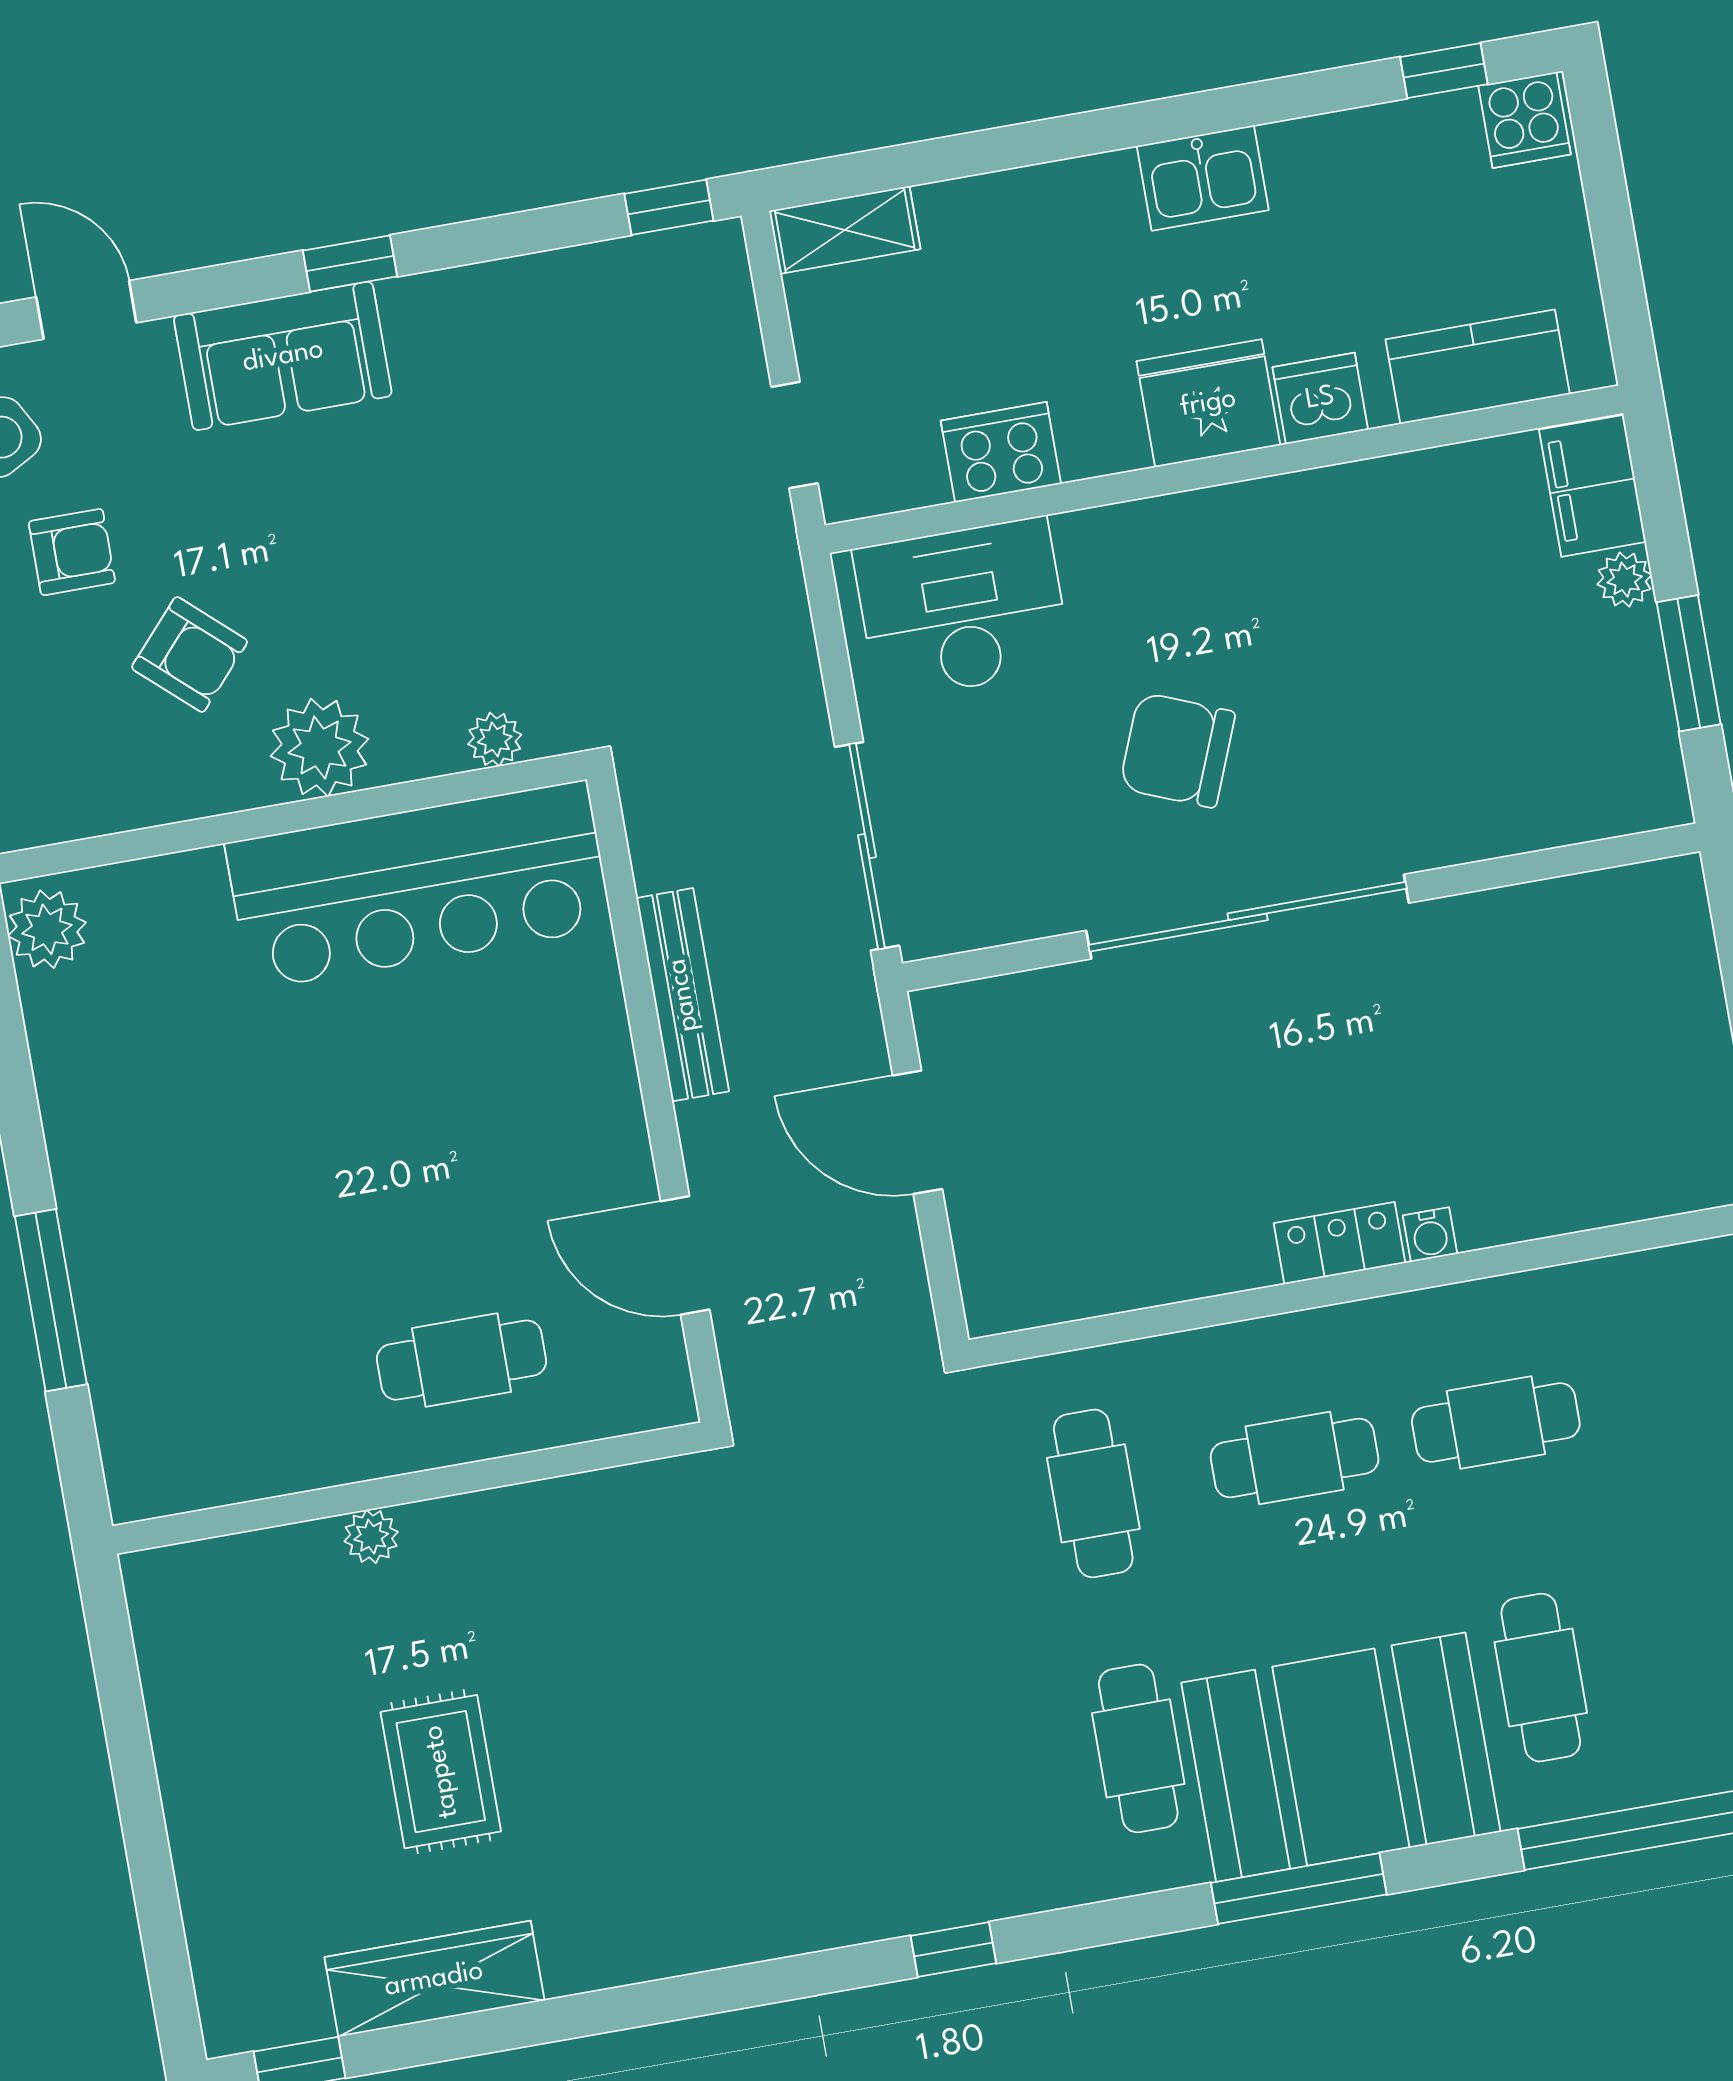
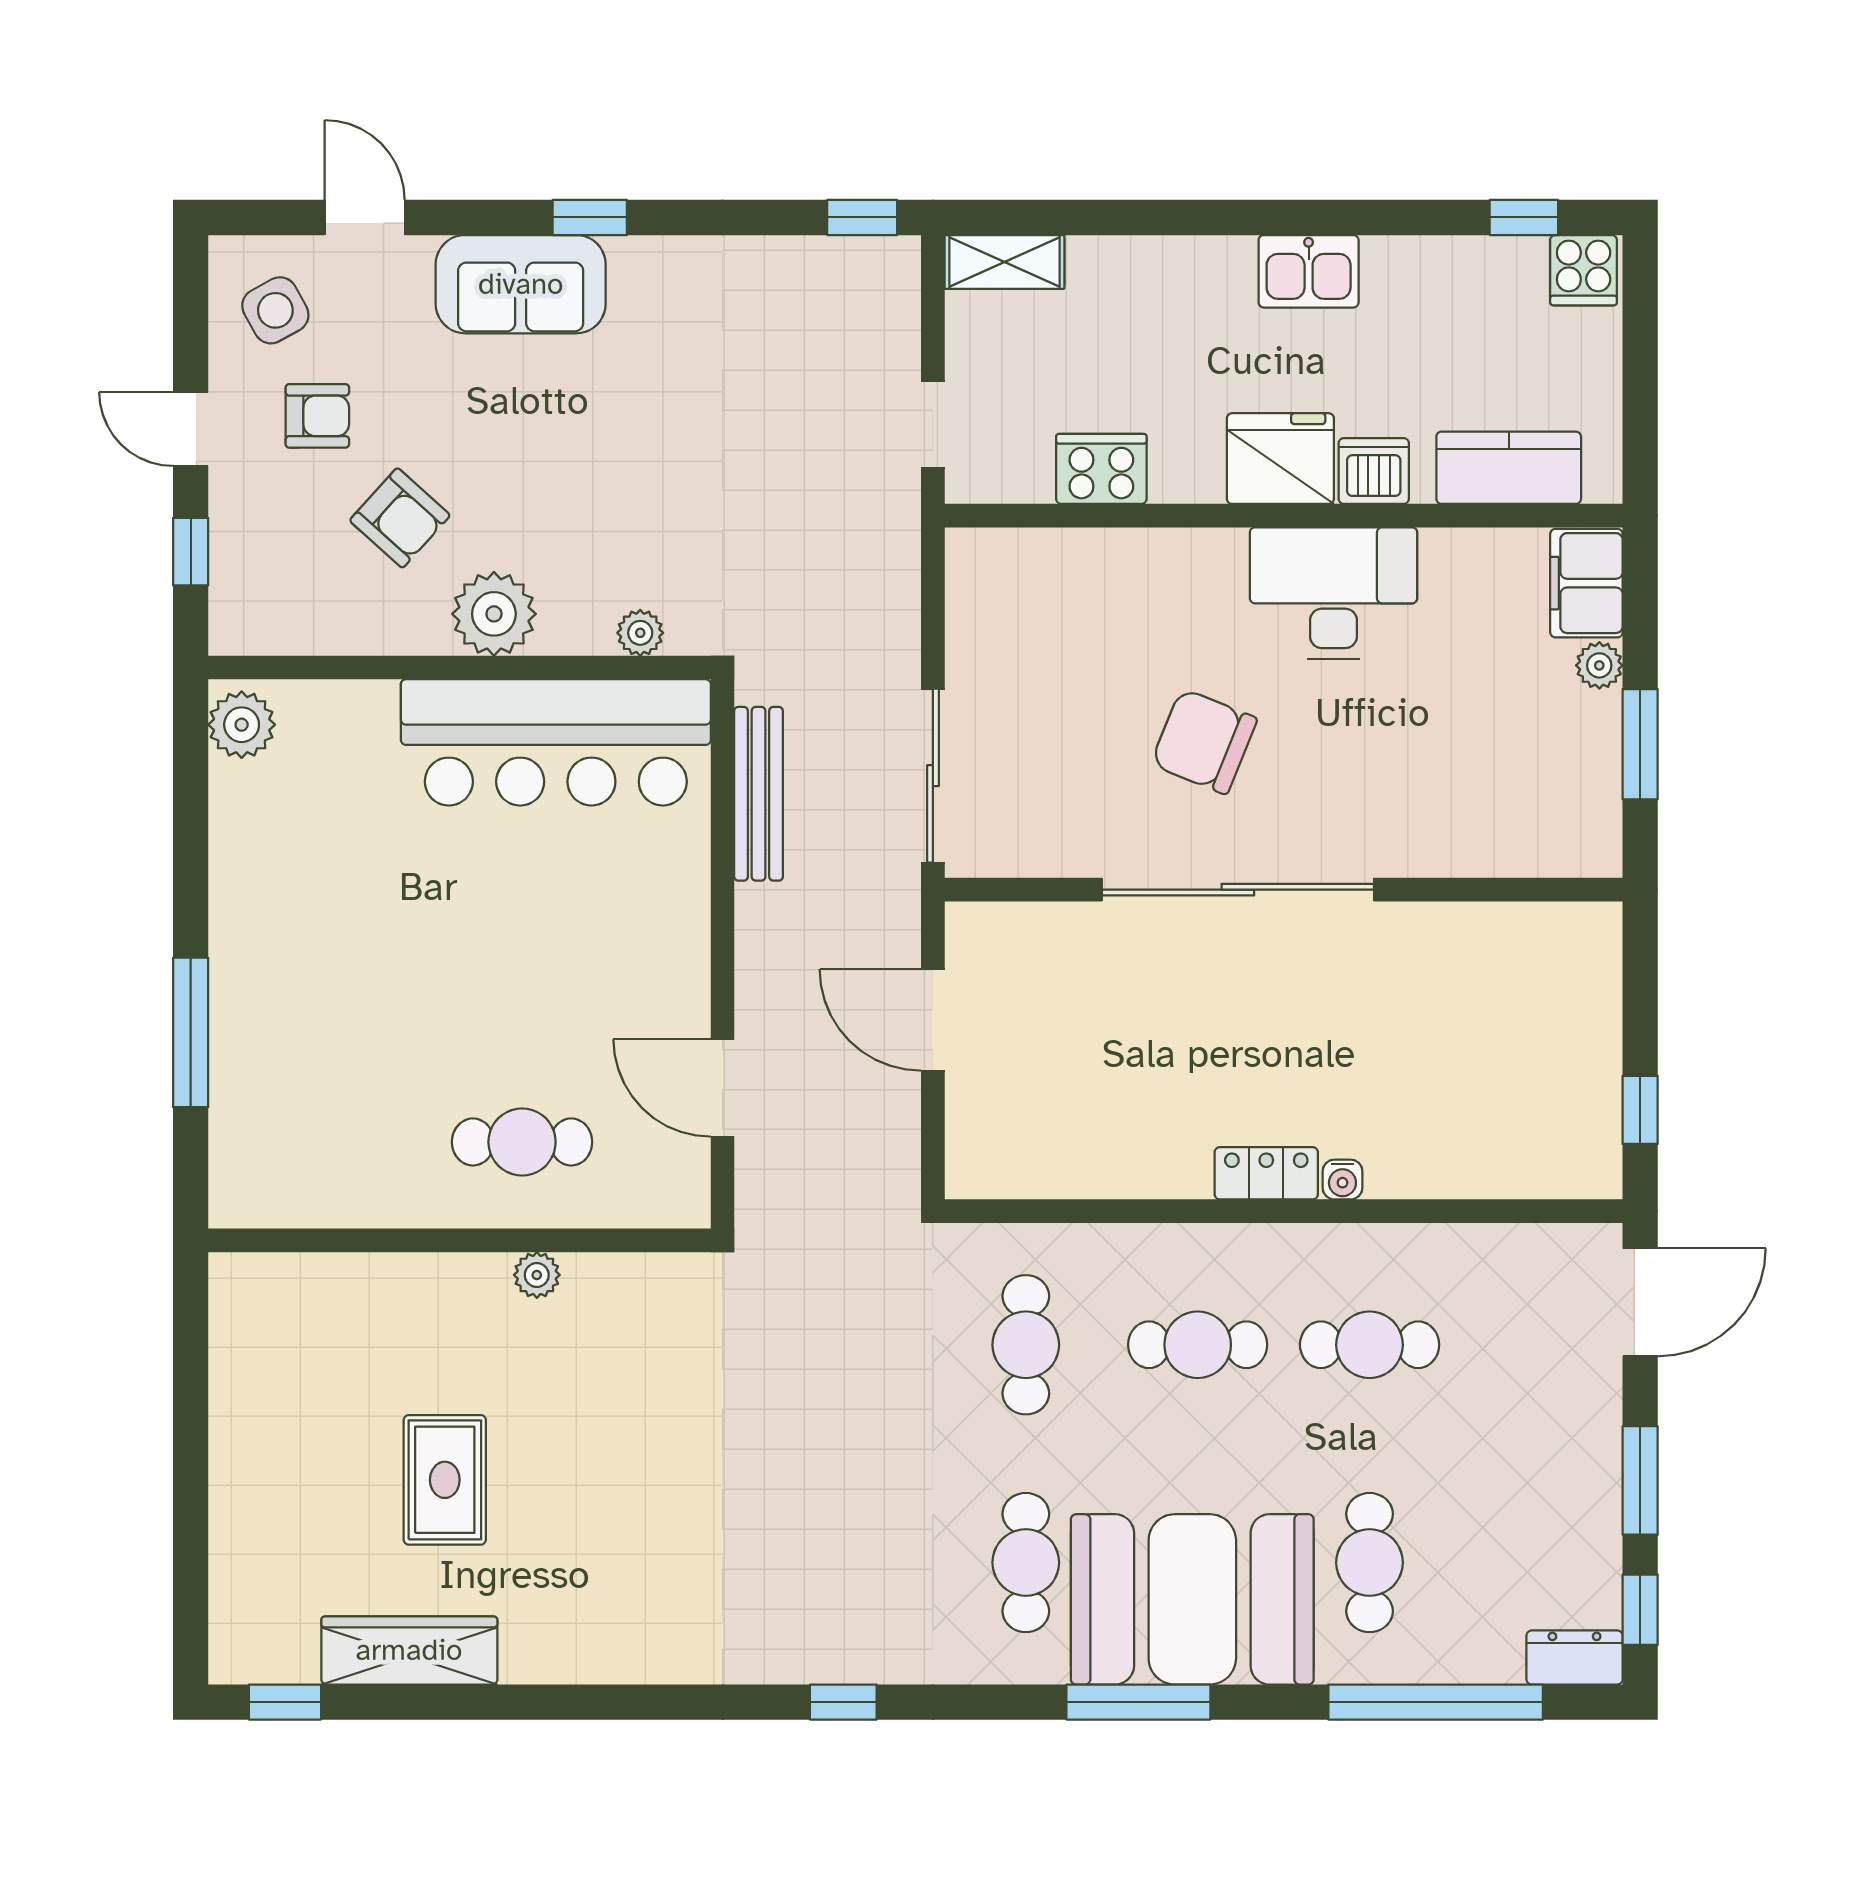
desk: (962, 609) -> (1333, 593), moved
bench: (683, 995) -> (759, 794), moved
plant: (371, 1537) -> (537, 1275), moved

